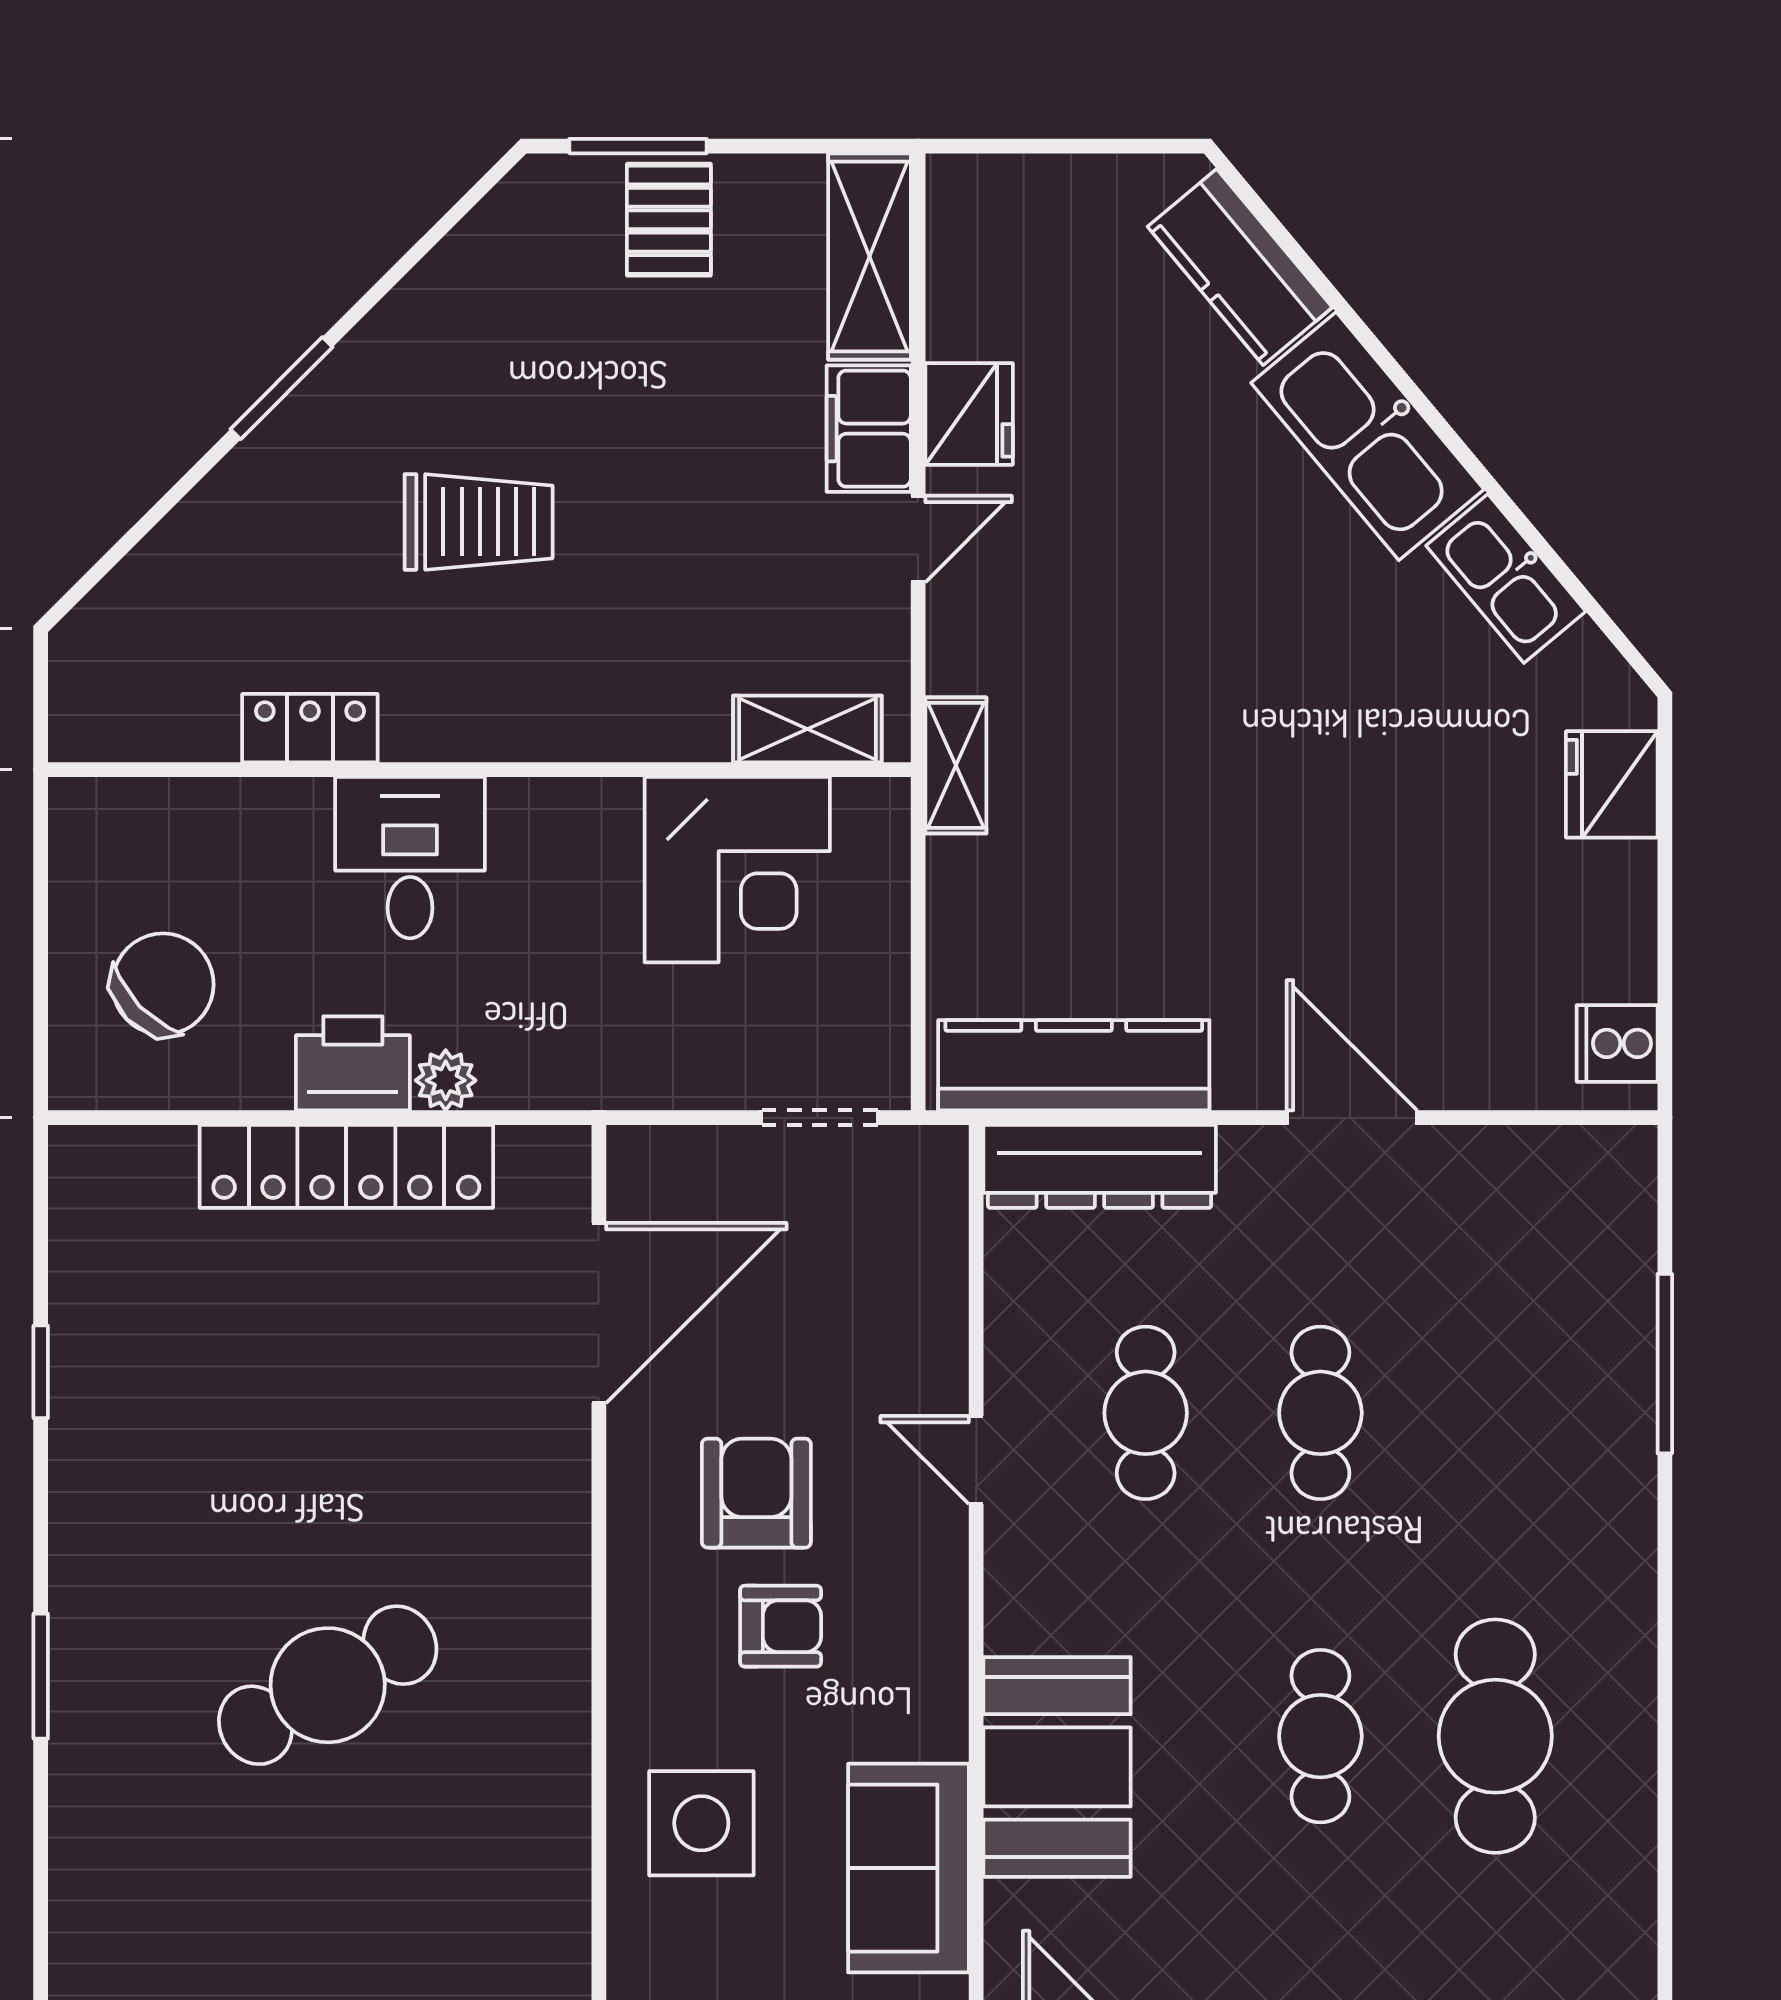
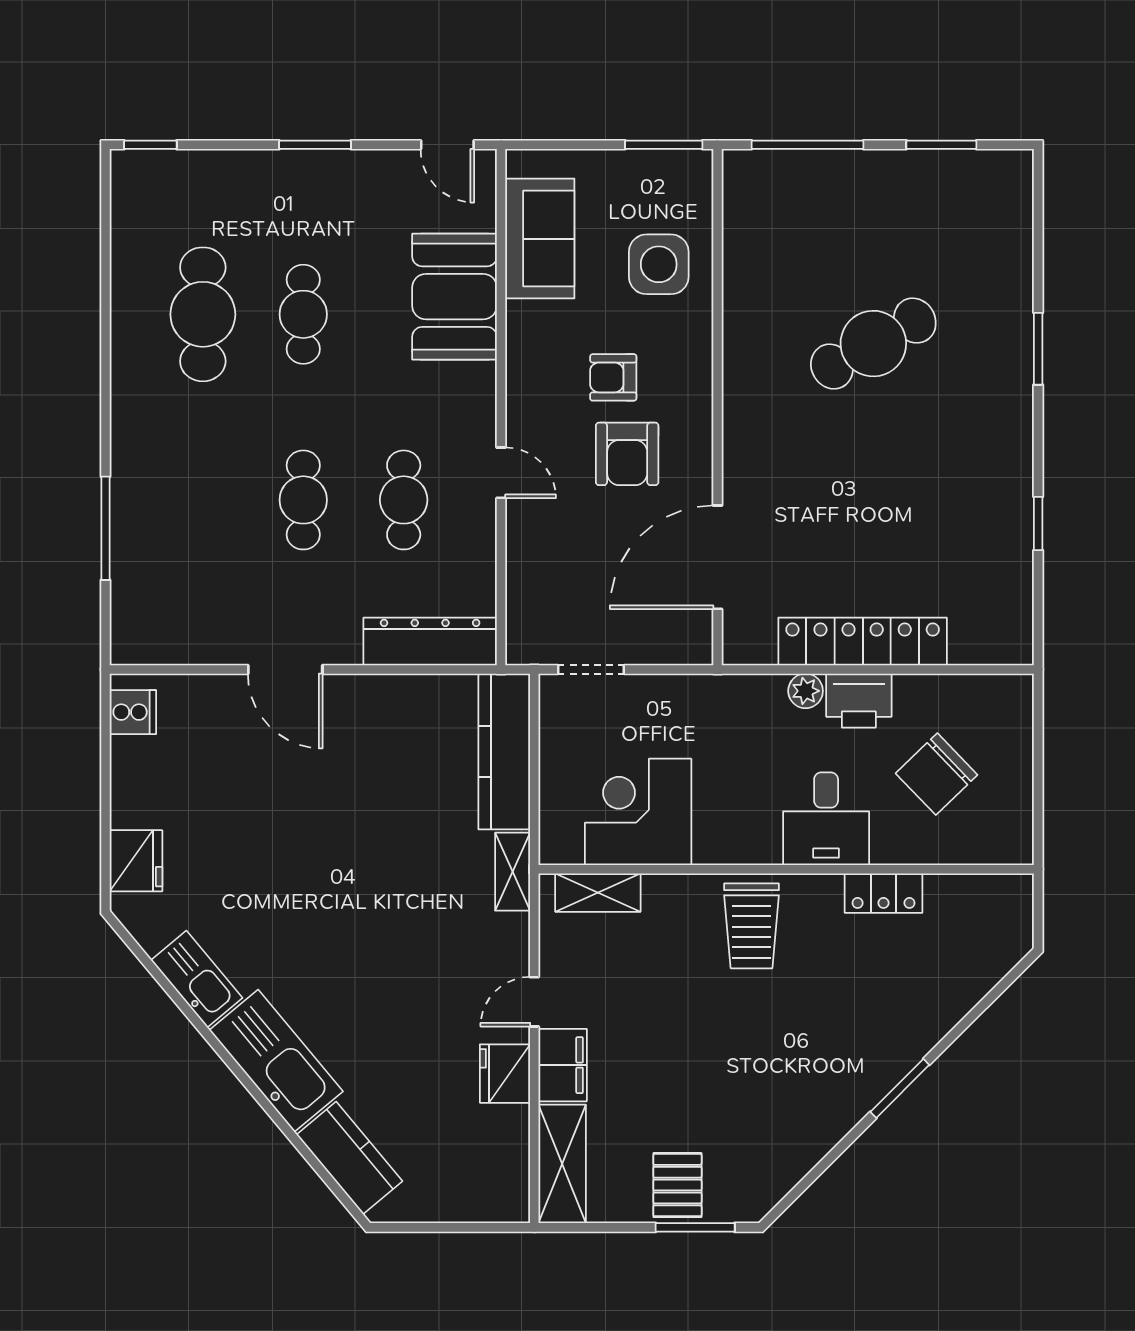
trolley: (479, 522) -> (752, 926), moved, turned -90
chair: (163, 984) -> (937, 774), moved
kitchen counter: (1074, 1065) -> (504, 751), moved, turned 90

